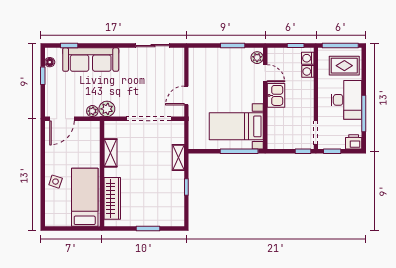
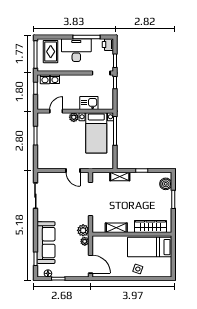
plant: (257, 58) -> (74, 117), moved
kitchen sink: (276, 95) -> (89, 103), moved
boiler: (169, 219) -> (166, 184), added

